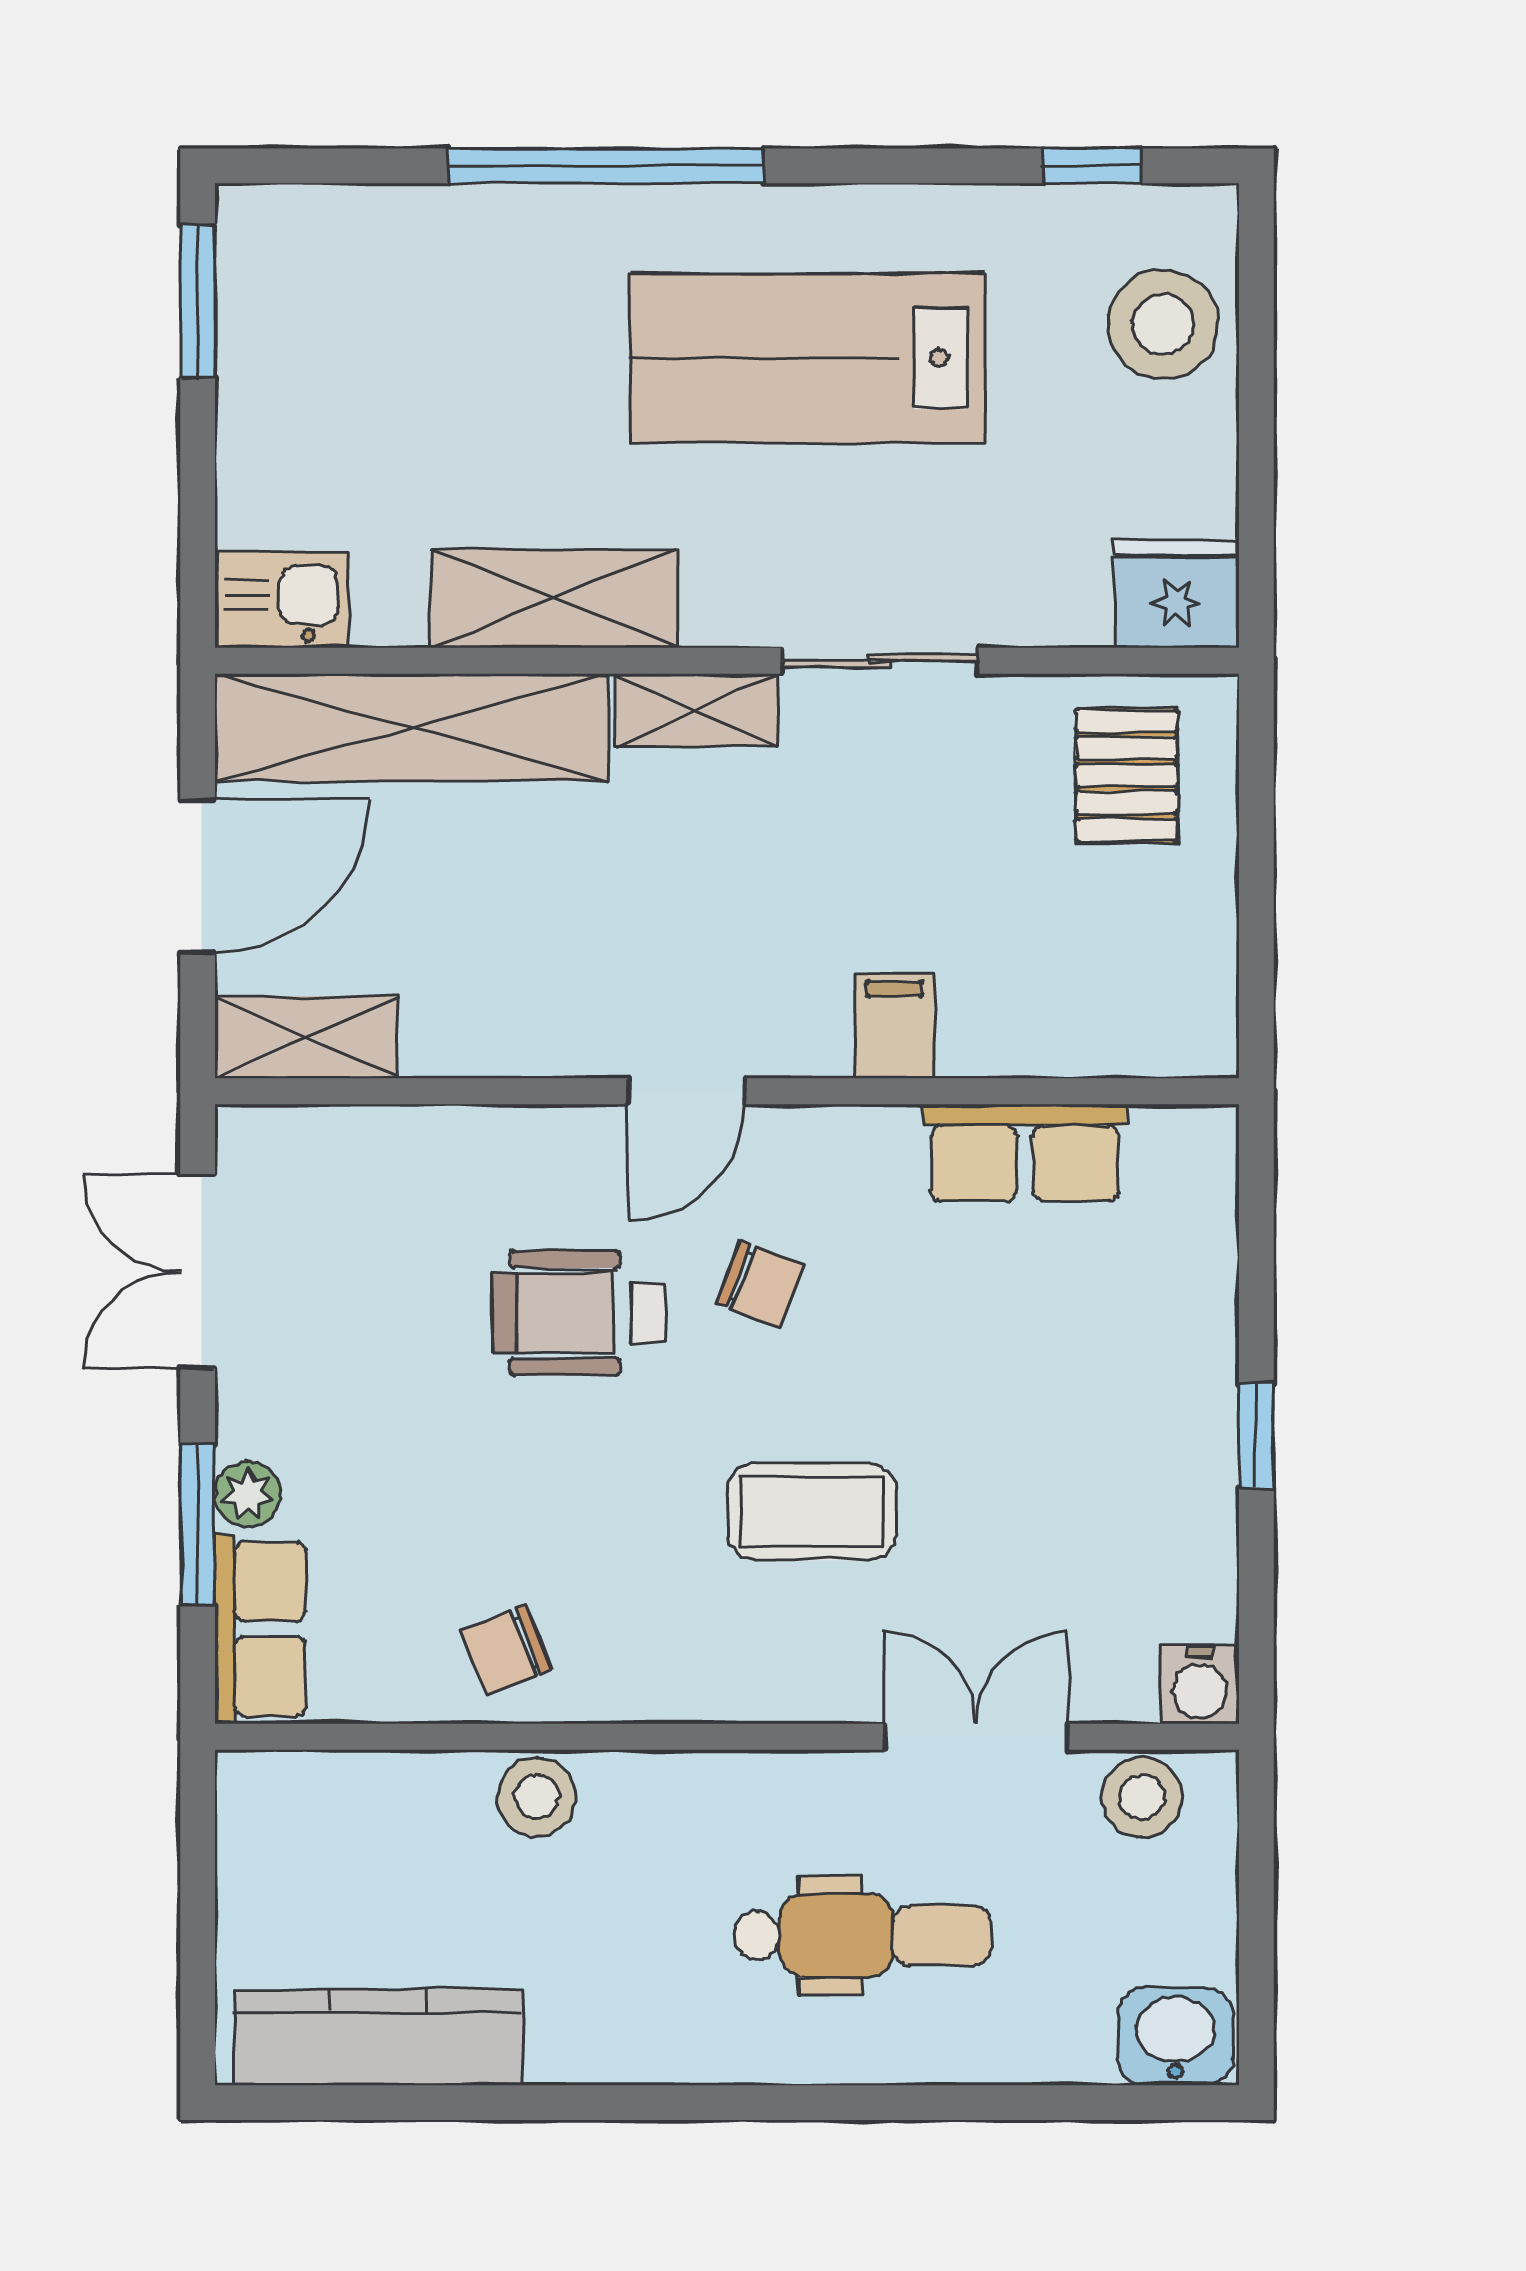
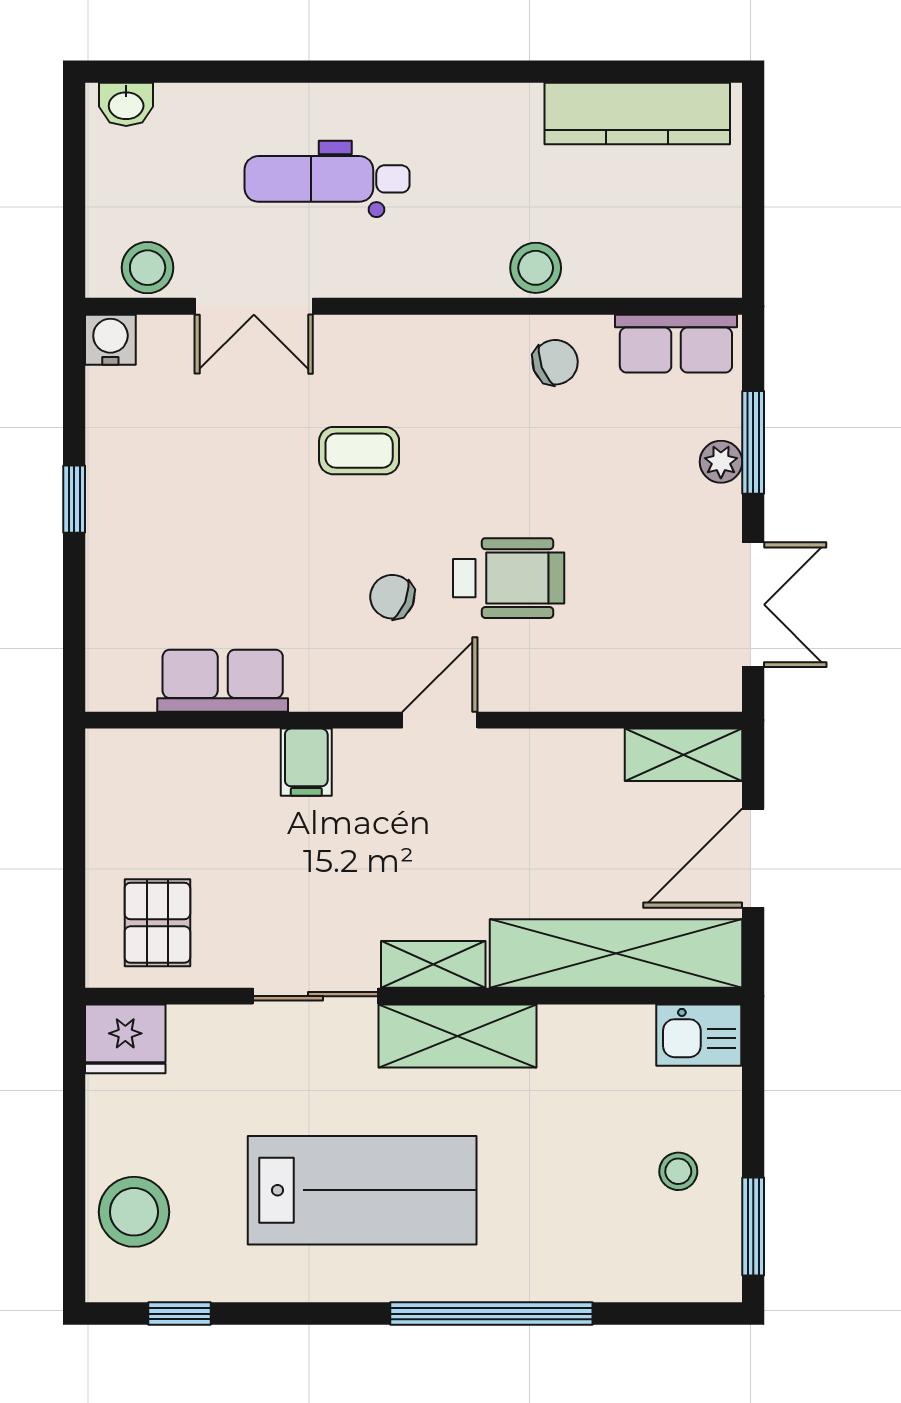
stool: (314, 388) -> (678, 1171), added
shelving: (554, 599) -> (458, 1036), moved
coffee table: (812, 1512) -> (359, 451), width x0.73, depth x0.77
row of seats: (260, 1629) -> (676, 344), moved, turned -90
washbasin: (1175, 2036) -> (126, 104), width x0.72, depth x0.69

